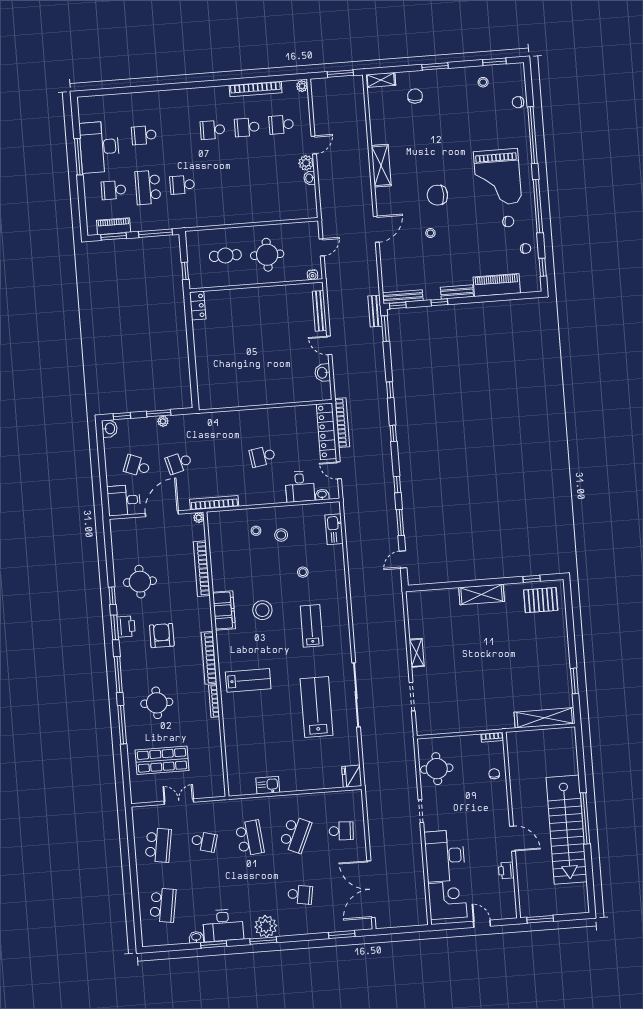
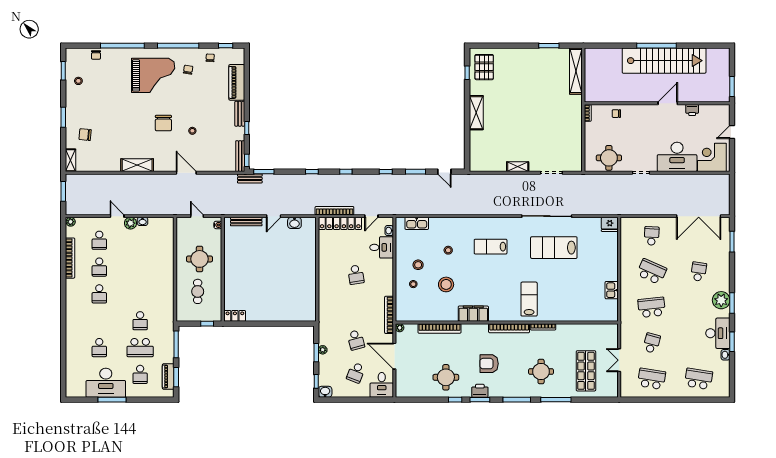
stool: (262, 610) -> (446, 284), moved

